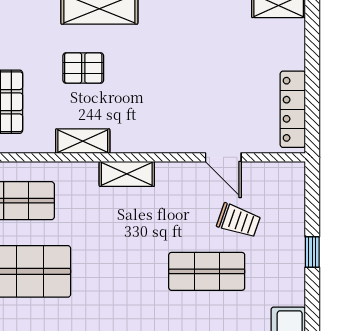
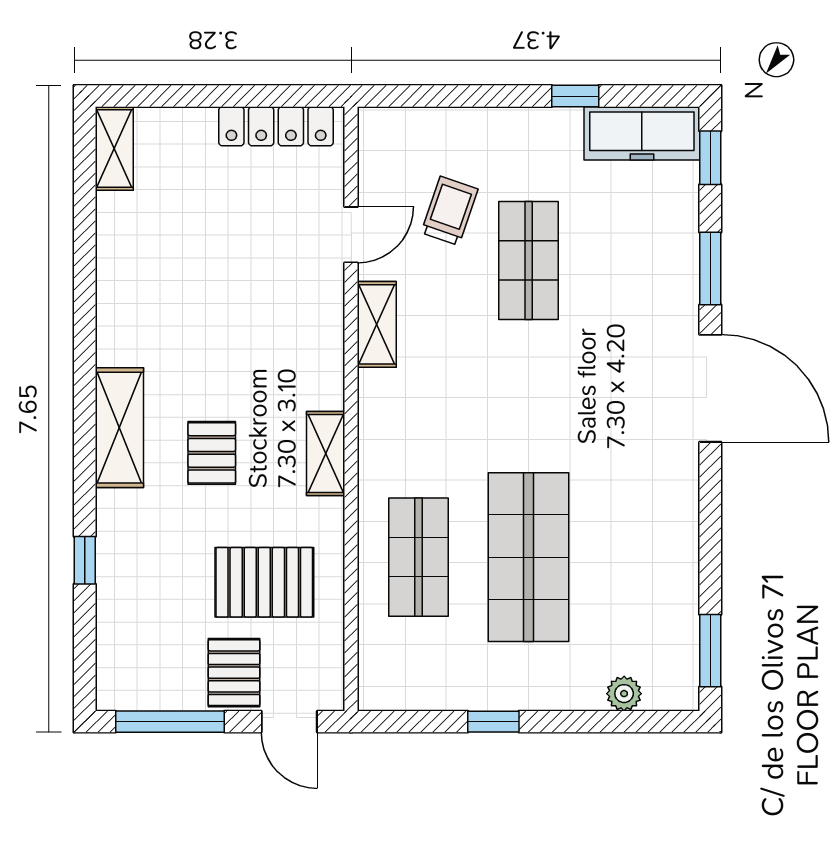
shelving: (127, 174) -> (377, 324), moved
window: (312, 252) -> (575, 96), moved

